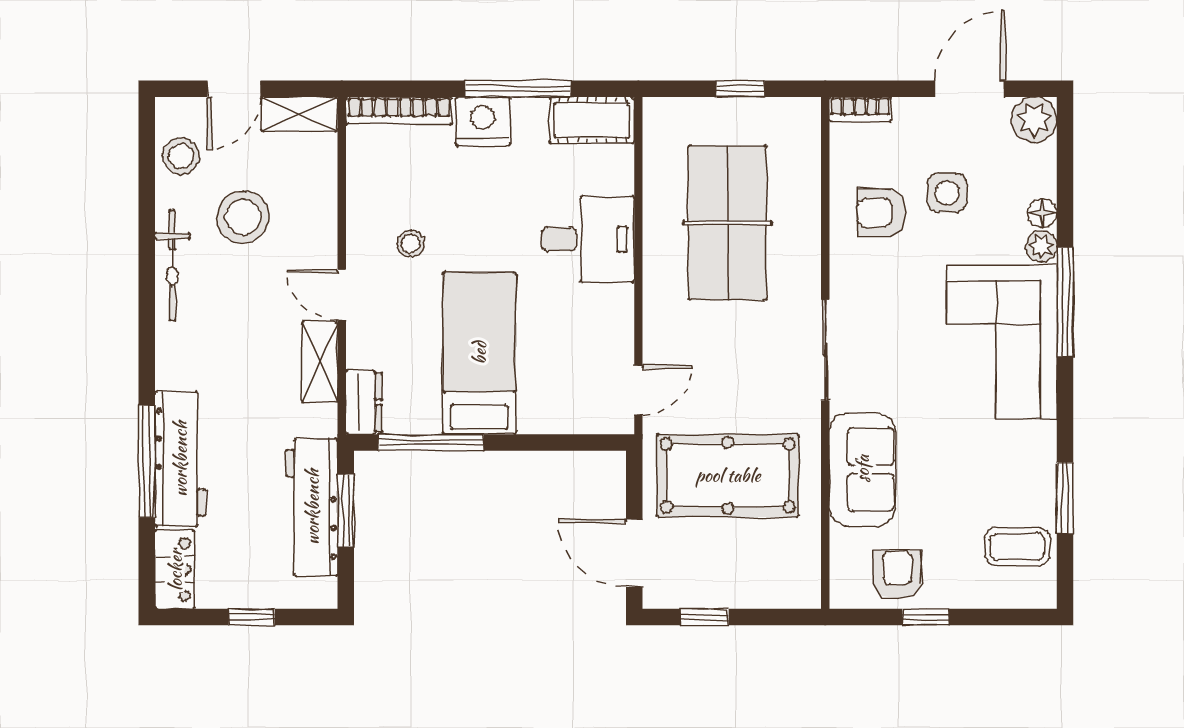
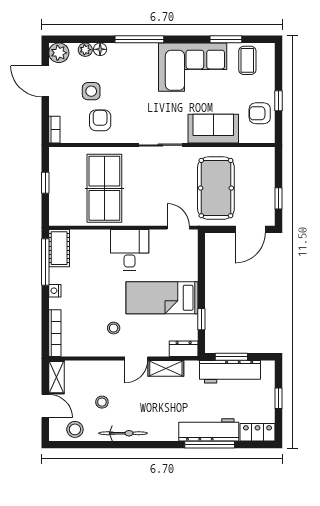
window: (518, 89) -> (45, 262), moved
nightstand: (483, 121) -> (55, 291), width x0.53, depth x0.56
armchair: (881, 213) -> (100, 120), turned 180
stool: (243, 217) -> (102, 402), width x0.53, depth x0.53
table tennis table: (727, 223) -> (104, 188), turned 90
desk: (588, 239) -> (130, 250), moved
plant: (1041, 246) -> (85, 50), moved
corner sofa: (1002, 342) -> (193, 67), moved
window: (431, 442) -> (201, 319), width x0.46

